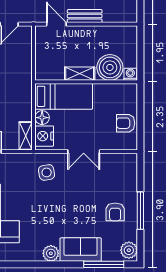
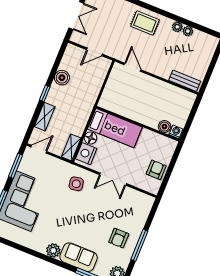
bench: (85, 16) -> (185, 81), moved
boiler: (110, 67) -> (164, 127), width x0.54, depth x0.54
shelving: (80, 74) -> (135, 115), removed
armchair: (126, 123) -> (156, 170), turned 90

